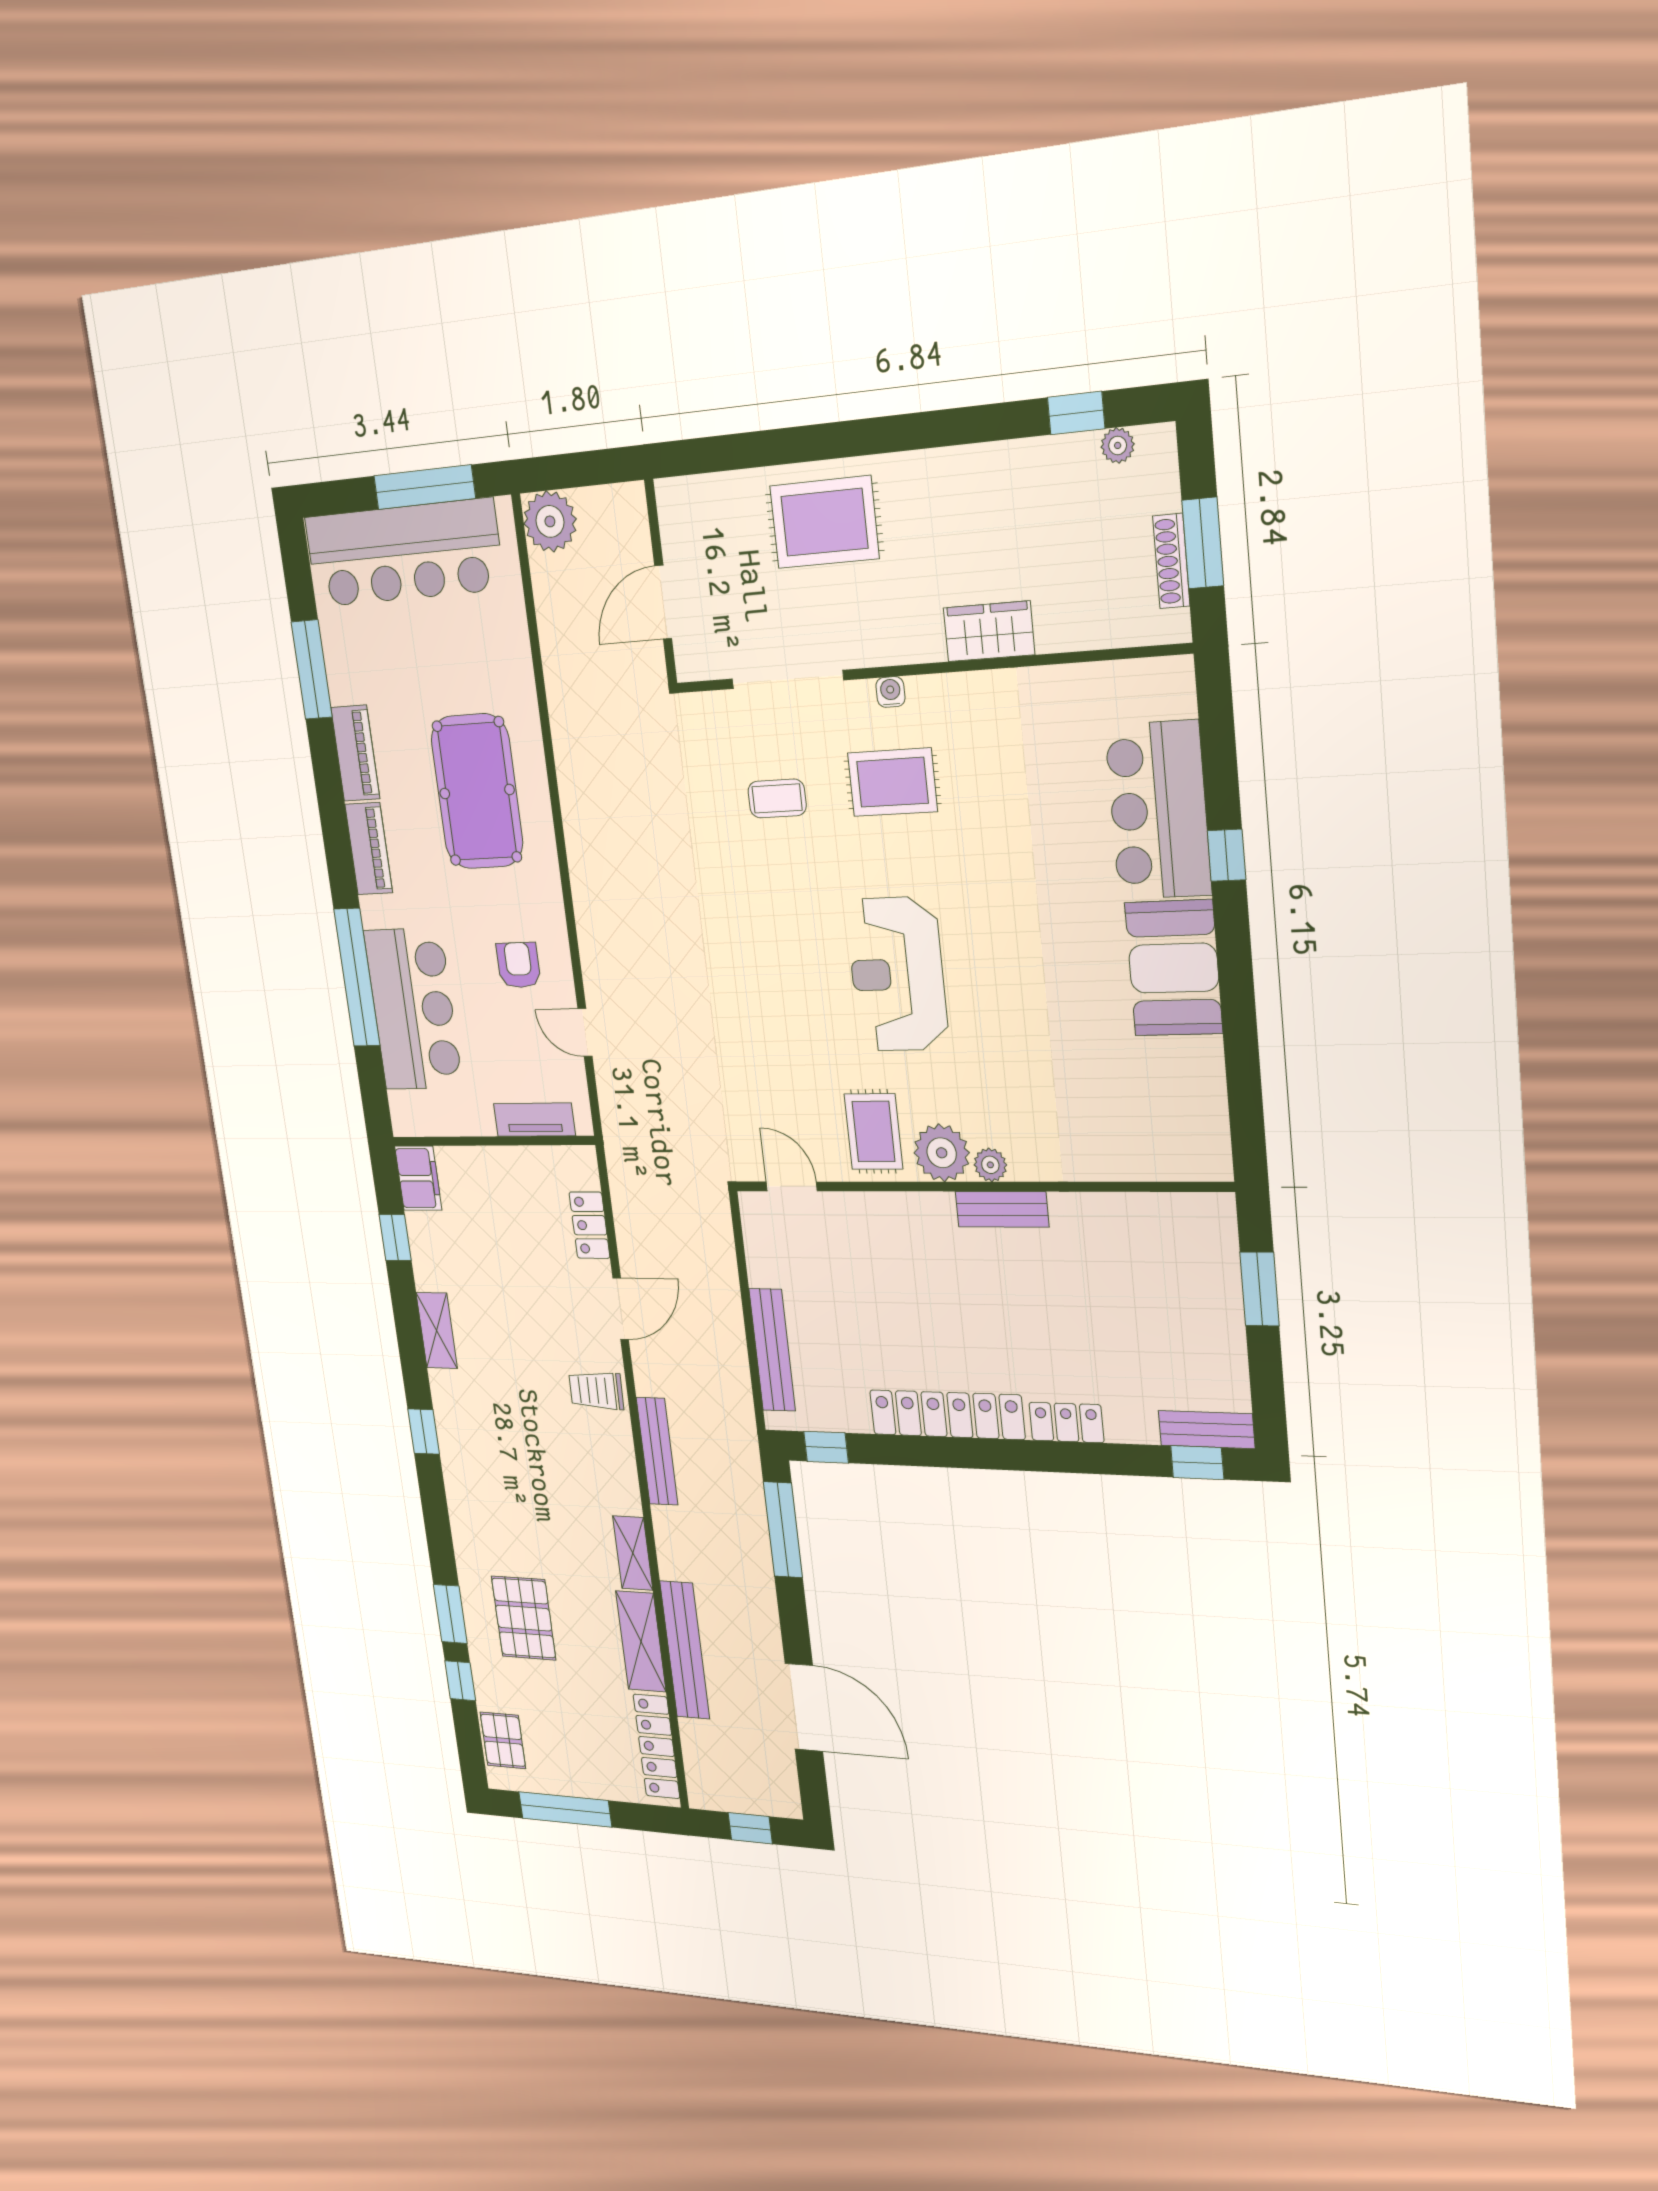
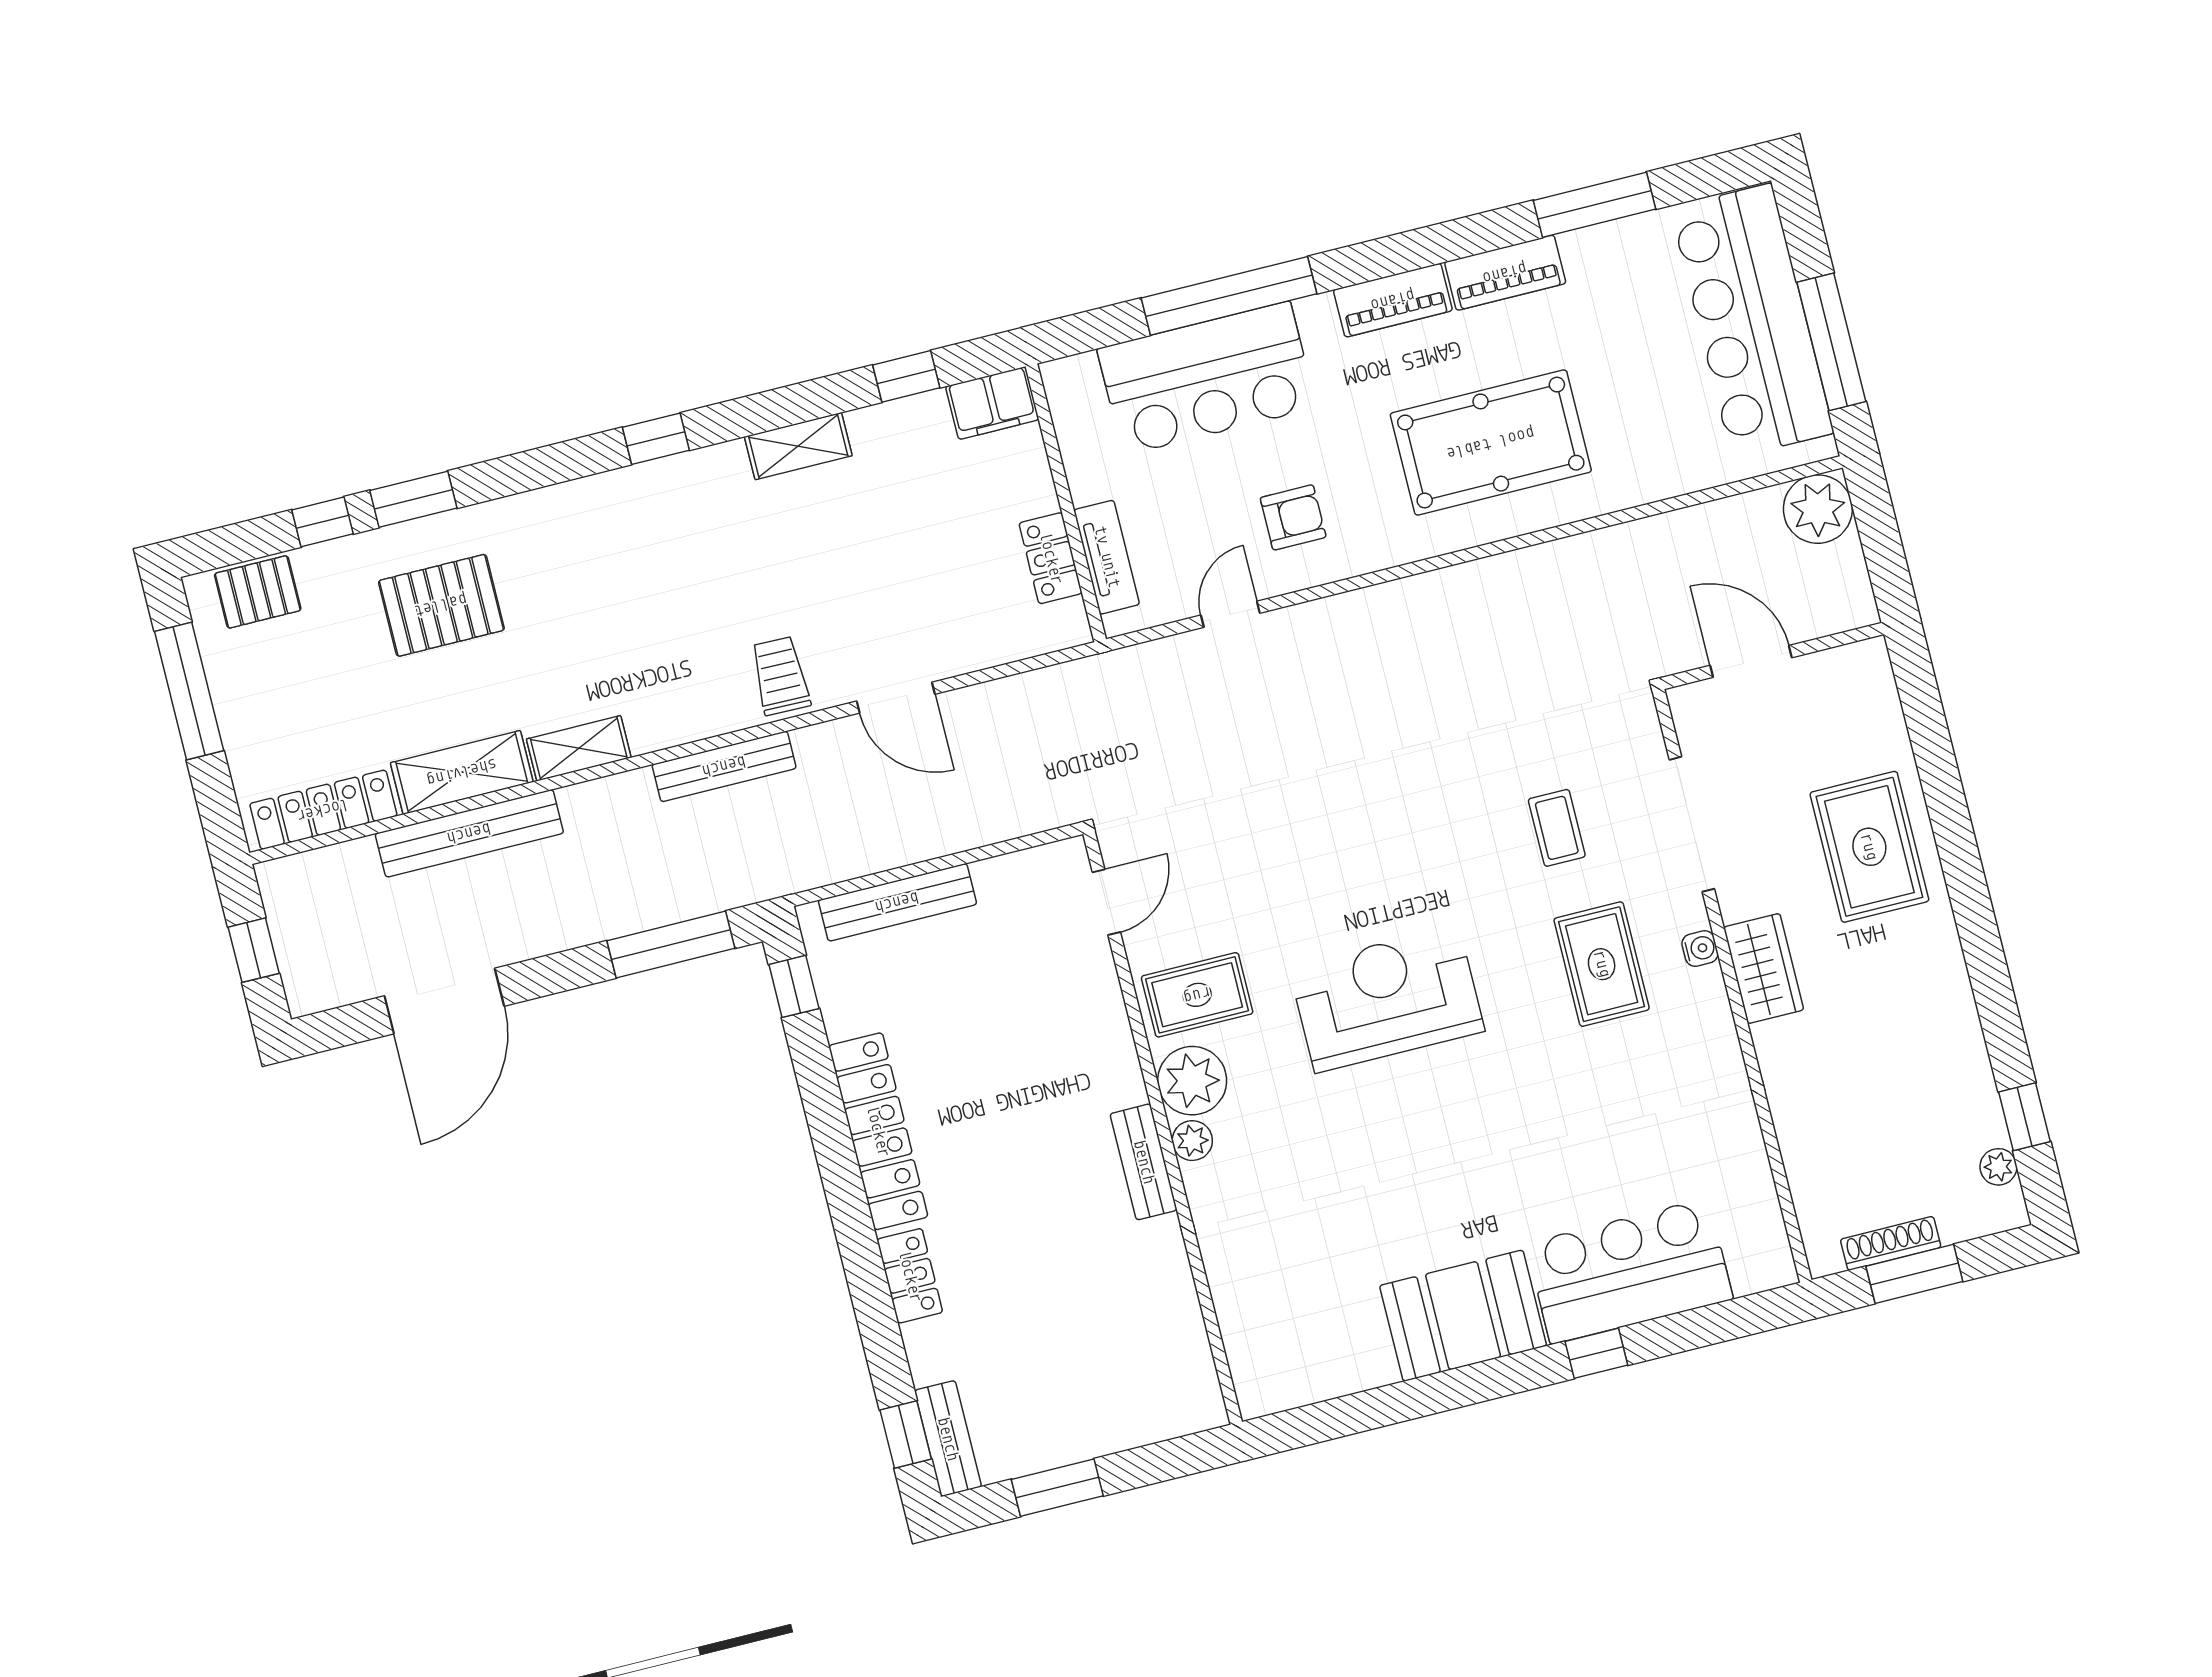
wardrobe: (989, 631) -> (1764, 968), moved
locker: (589, 1225) -> (1051, 558), moved, turned -90
window: (1260, 1289) -> (1057, 1488), moved

